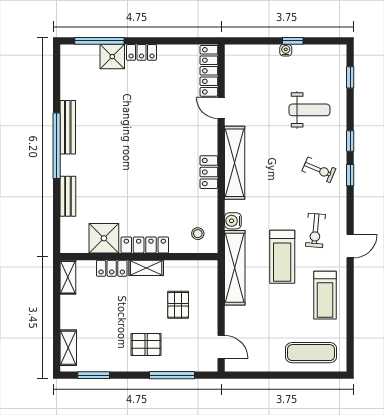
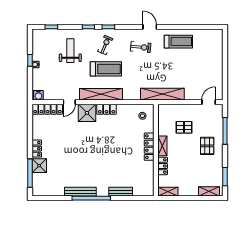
water cooler: (233, 221) -> (38, 95), moved
shower: (104, 238) -> (87, 113), moved
treadmill: (282, 257) -> (106, 69), moved
exercise mat: (311, 353) -> (212, 50), removed

